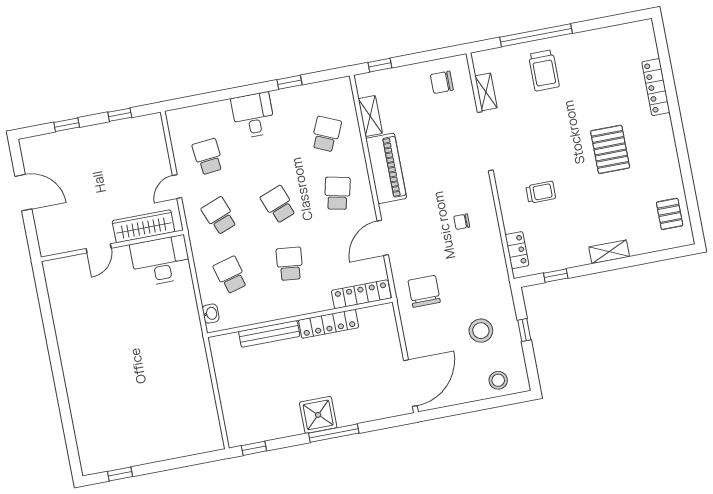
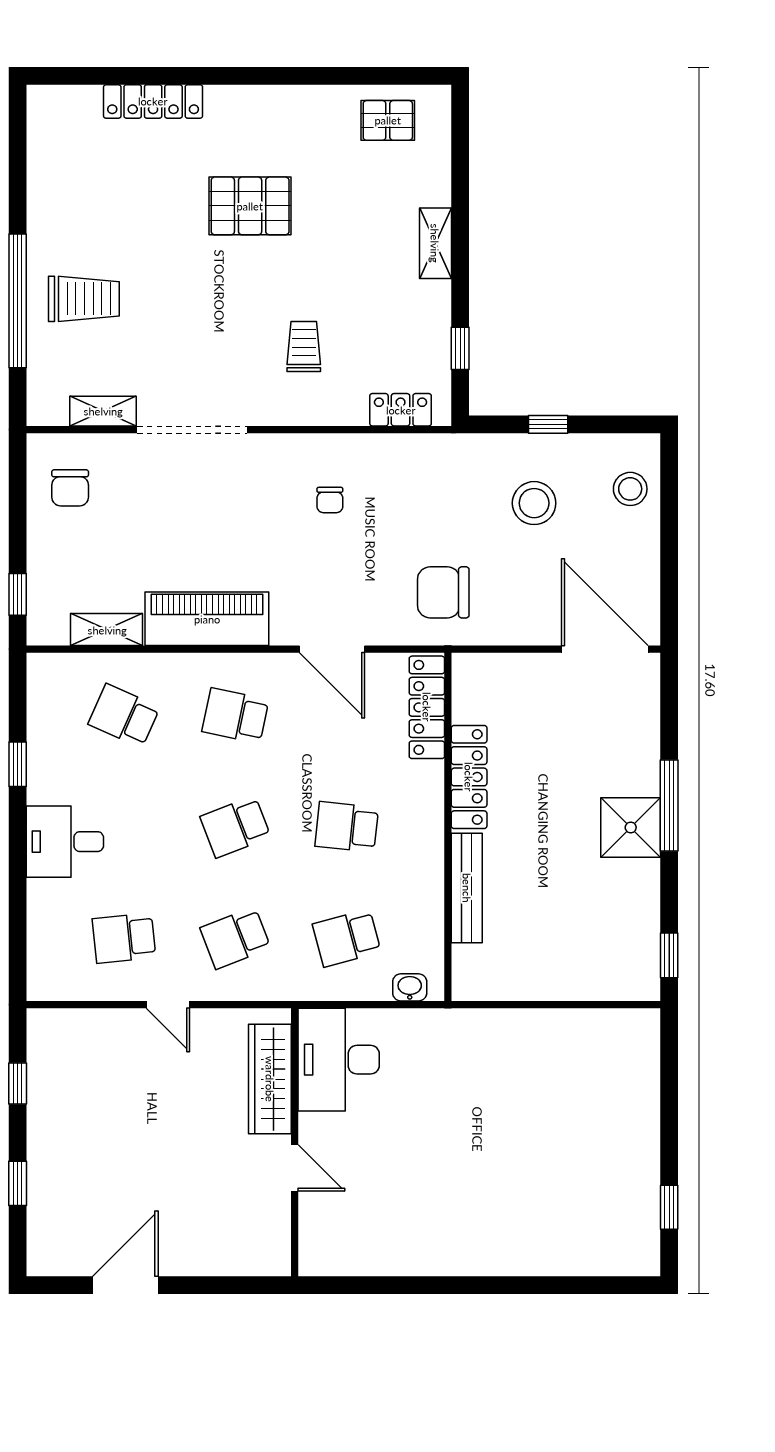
wardrobe: (143, 226) -> (270, 1079), moved
wall: (112, 246) -> (295, 1142), moved
door: (99, 248) -> (295, 1168), moved
desk: (161, 261) -> (339, 1060), moved

